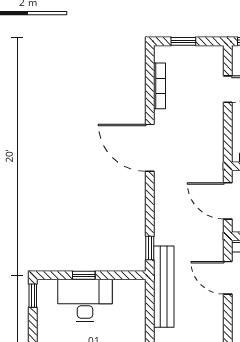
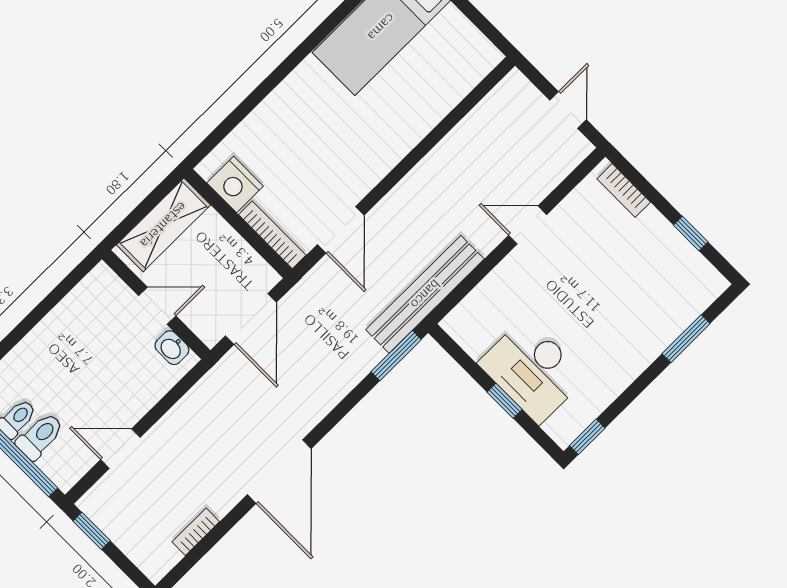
window: (183, 41) -> (92, 531), moved
bookcase: (159, 86) -> (196, 532), width x0.64
window: (150, 248) -> (396, 356), width x1.50

